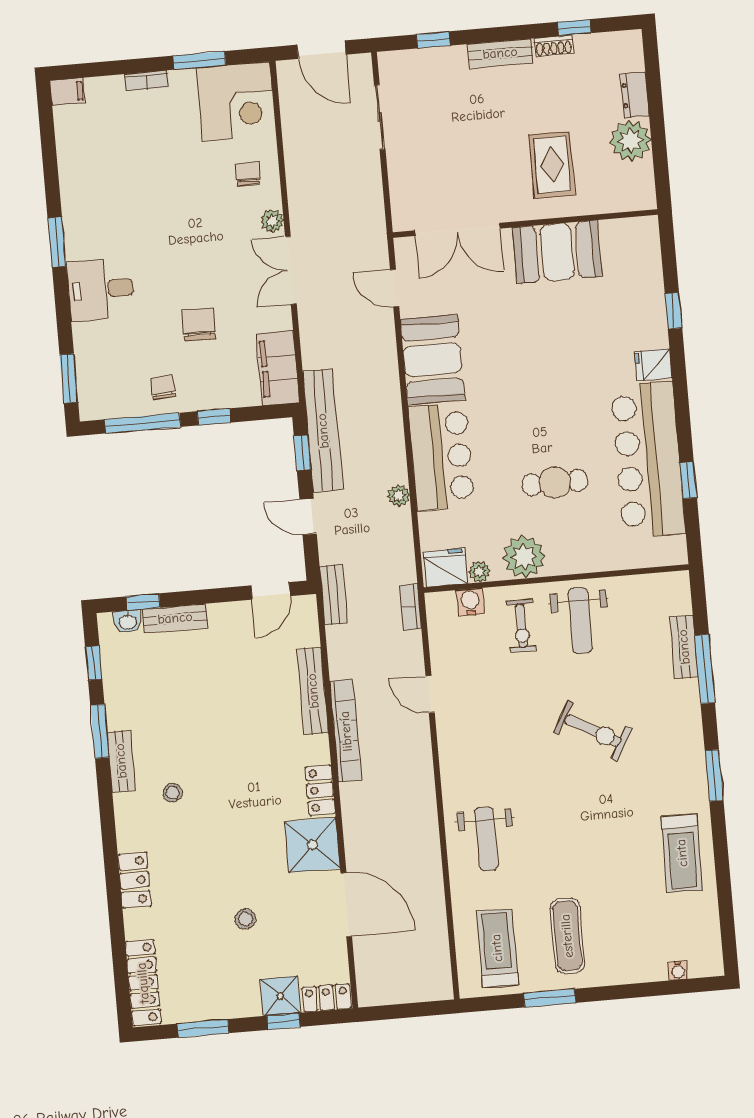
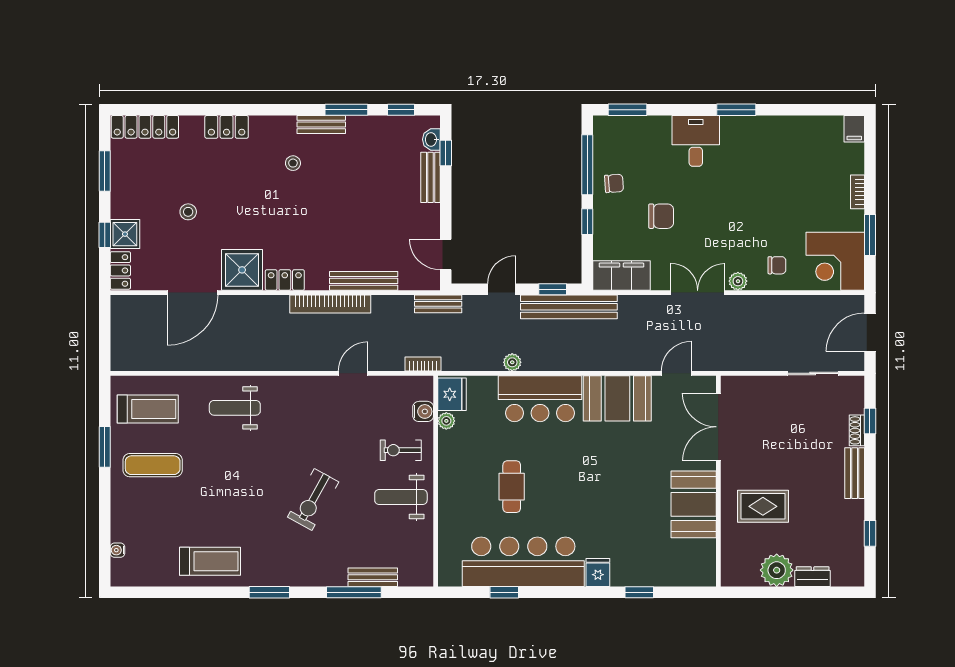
shoe rack: (554, 46) -> (857, 430), moved
plant: (524, 557) -> (455, 457), removed
treadmill: (682, 853) -> (210, 561), turned 180

